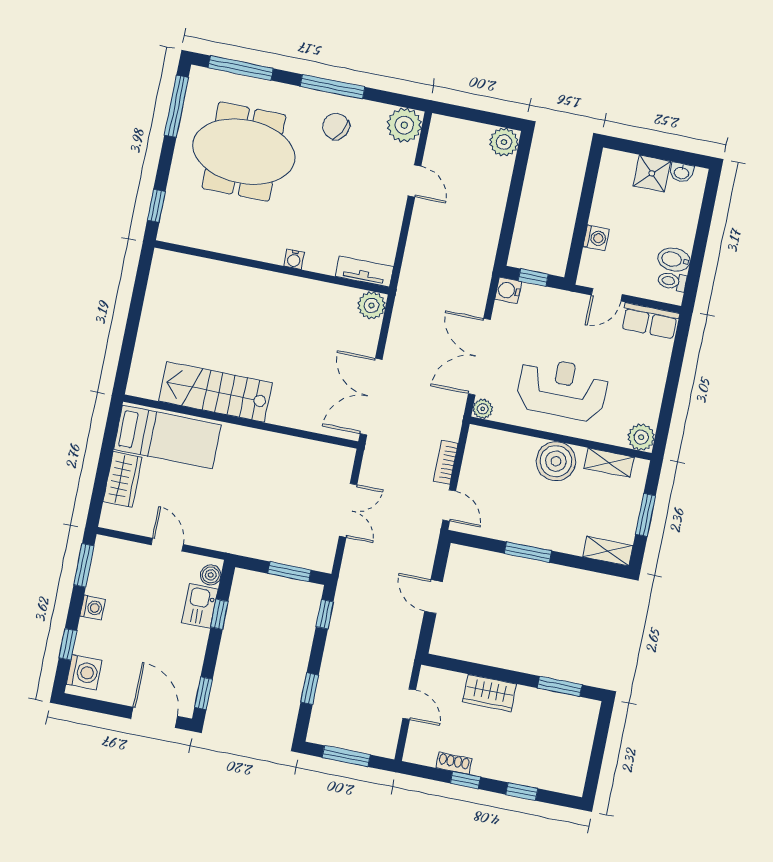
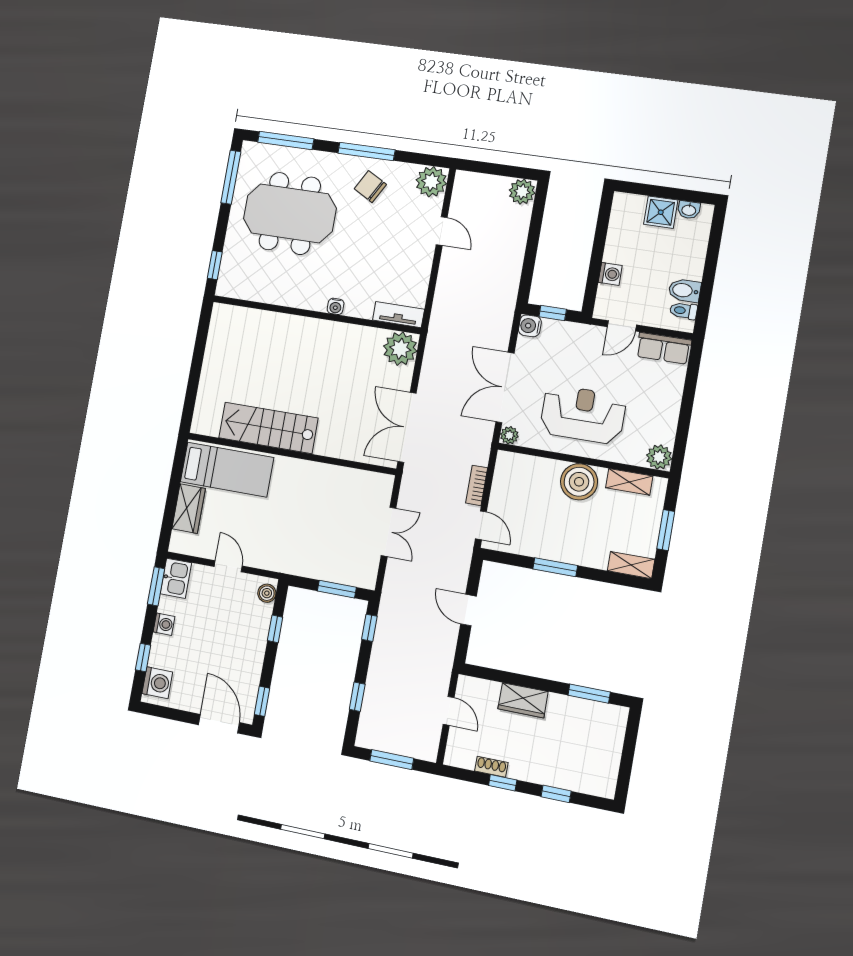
plant: (371, 305) -> (400, 349), width x1.36, depth x1.36
kitchen sink: (200, 606) -> (176, 578), moved, turned 180

